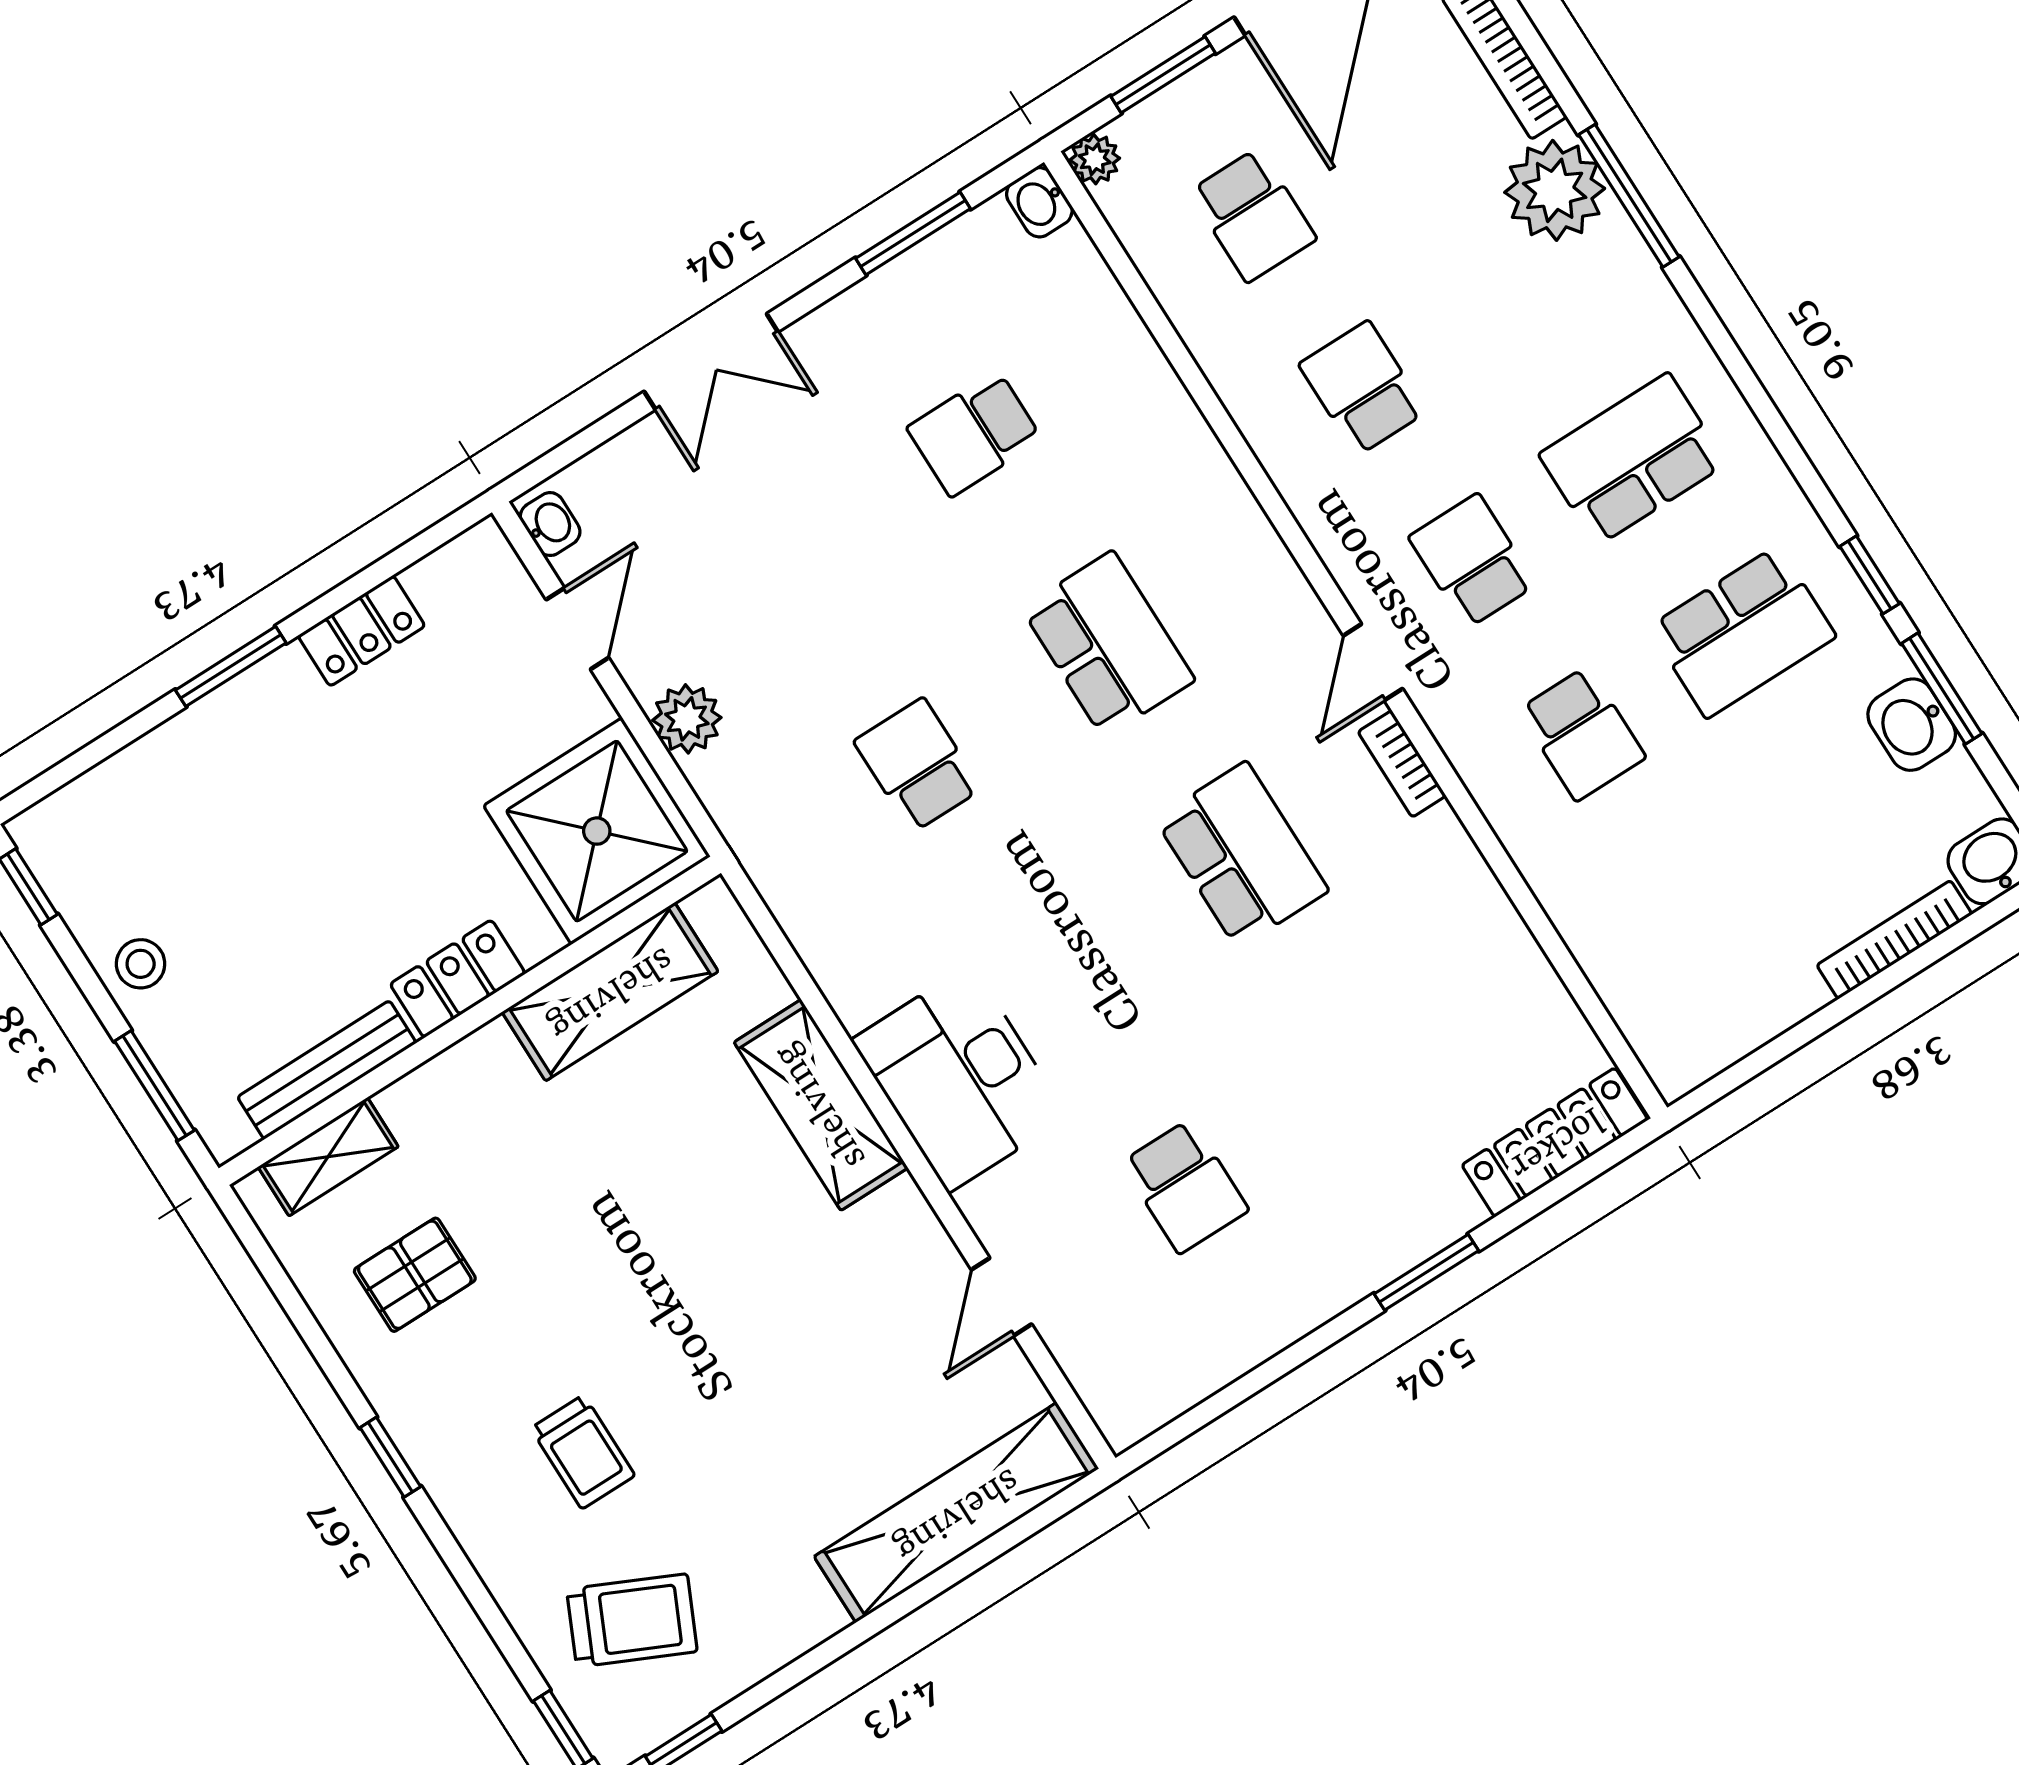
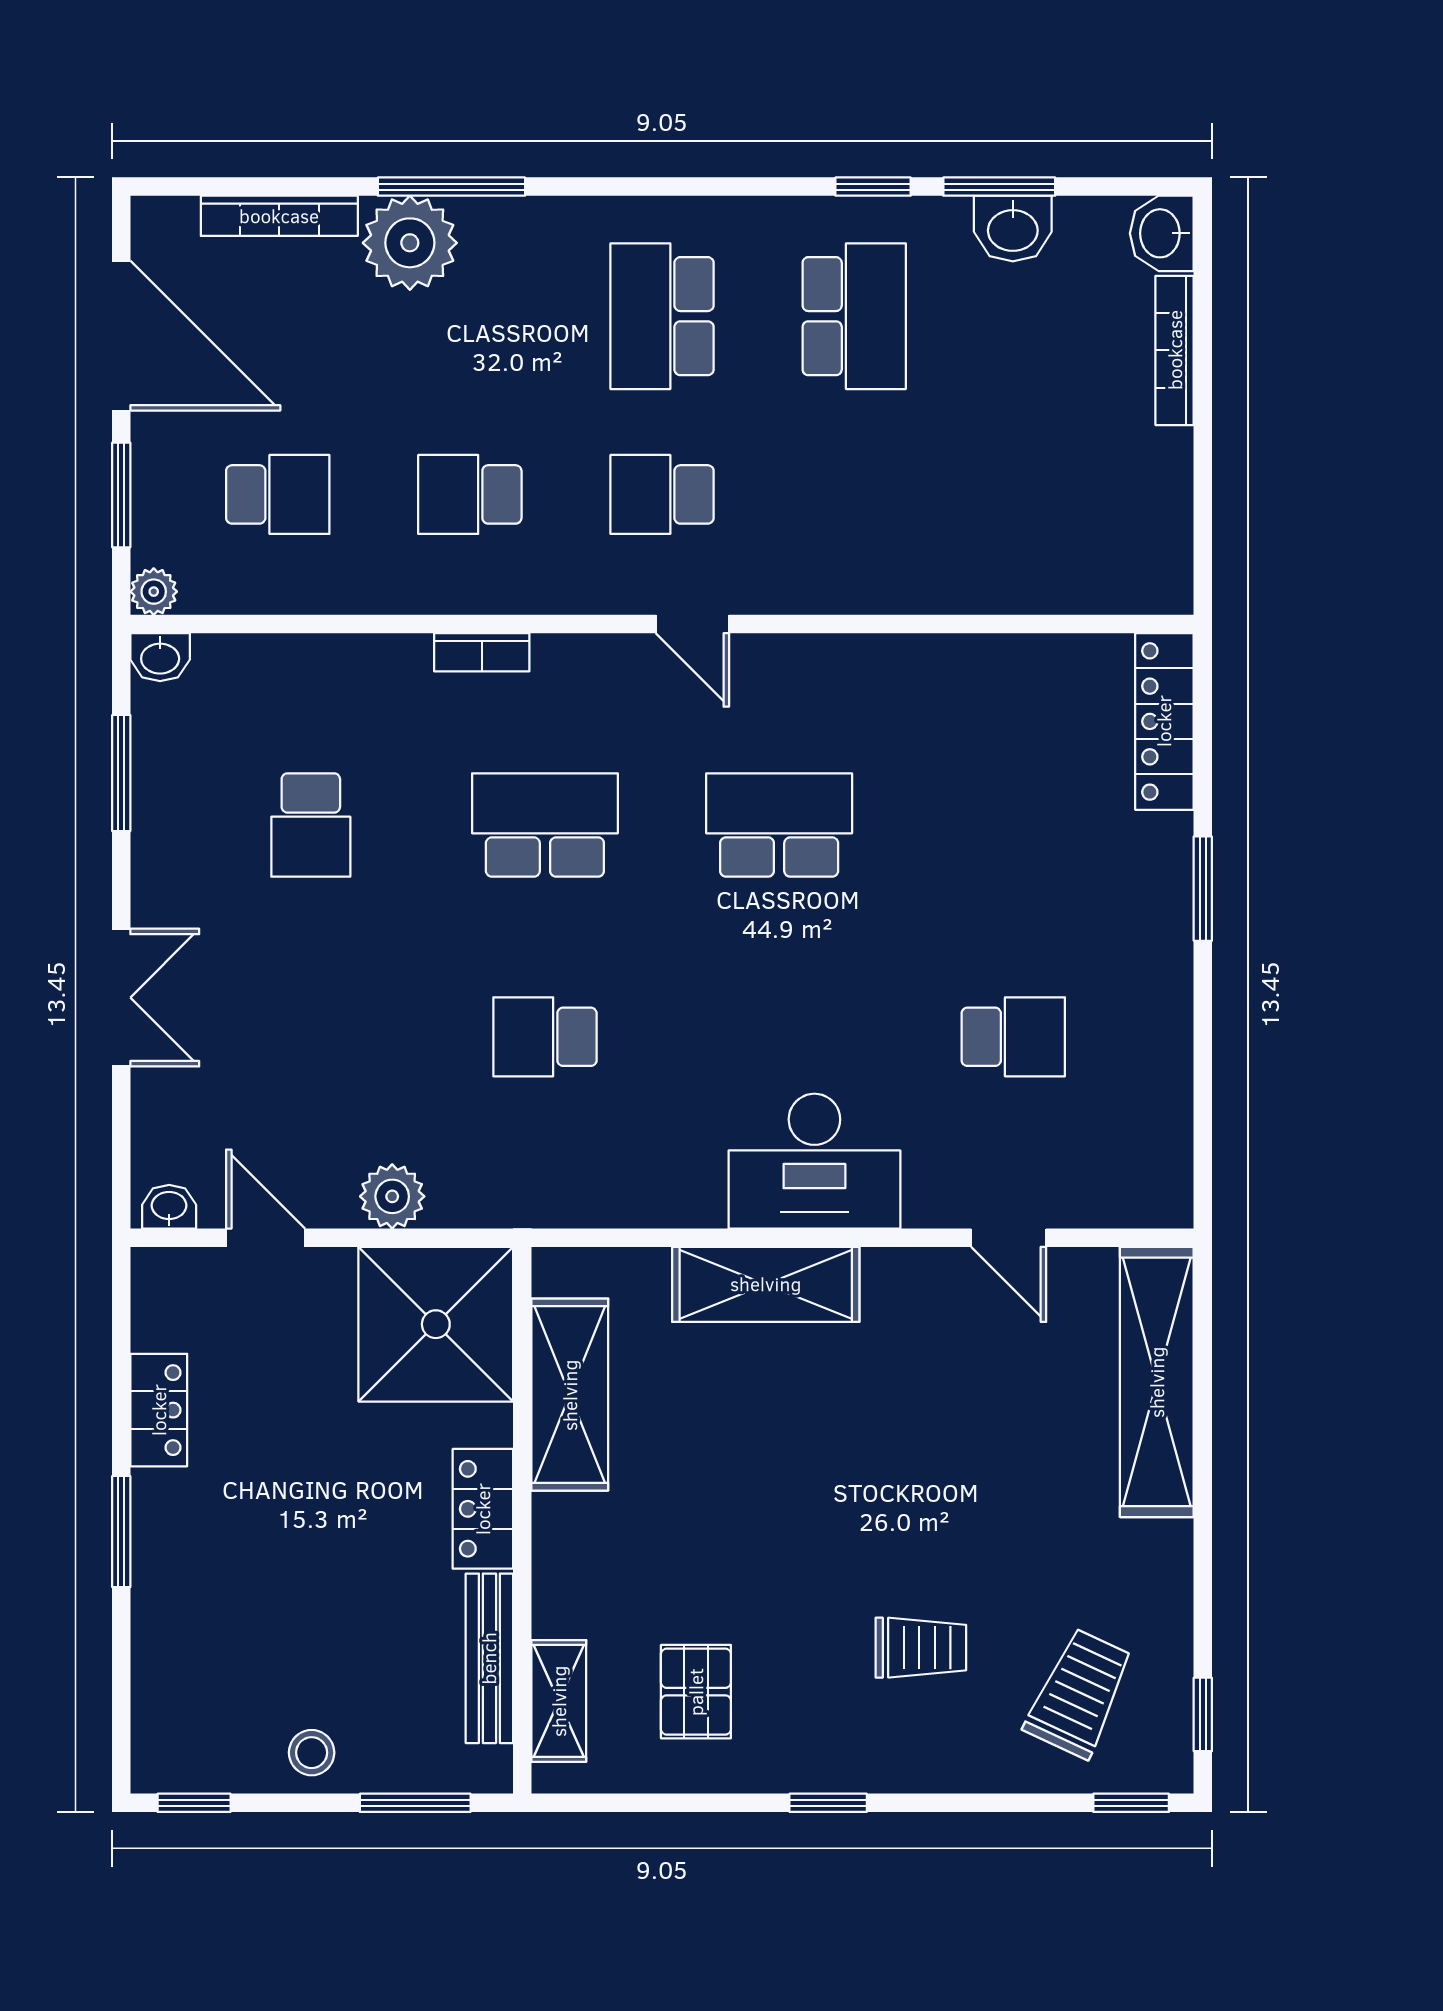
school desk: (1582, 734) -> (854, 494), removed
bookcase: (1402, 764) -> (482, 652), moved

